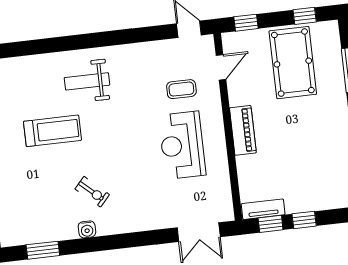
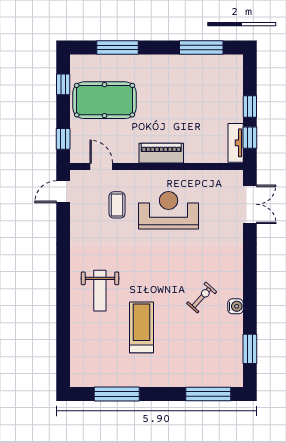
reception desk: (182, 145) -> (169, 210), turned 180

